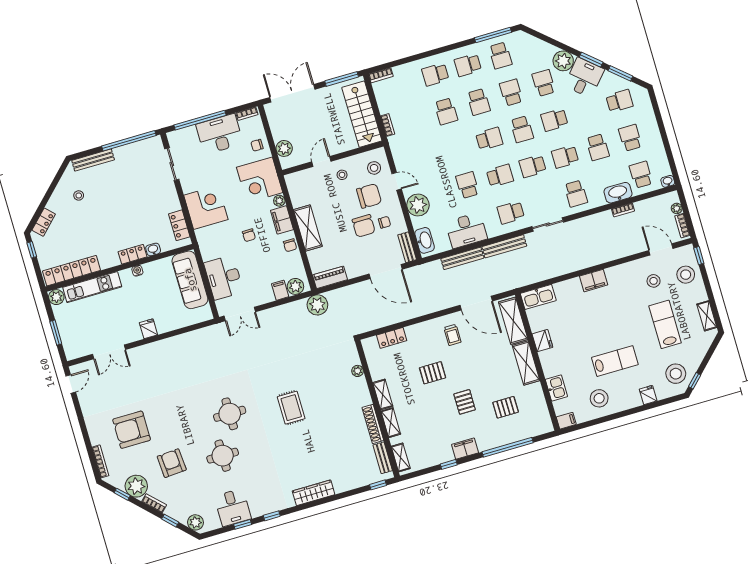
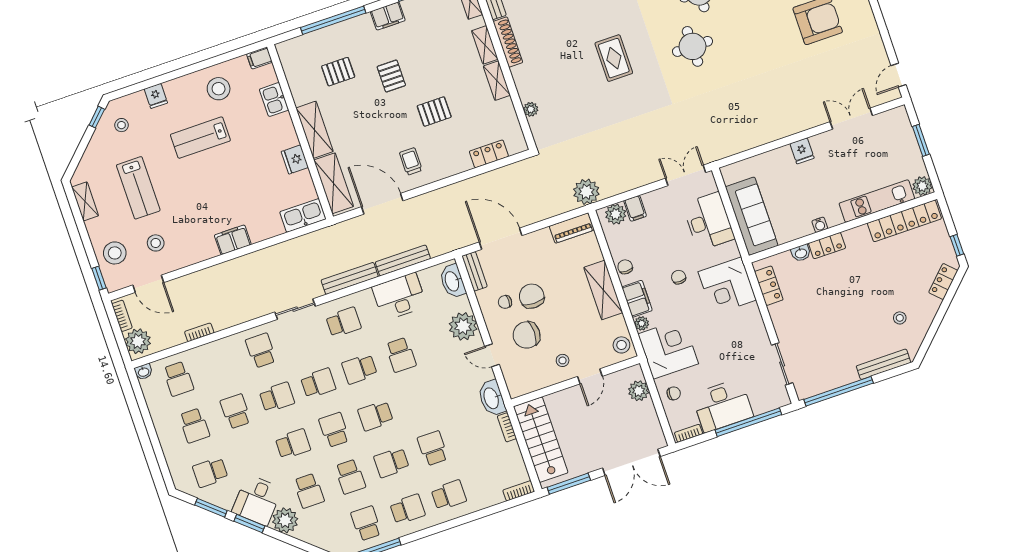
school desk: (479, 102) -> (391, 462), turned -90
stool: (374, 168) -> (621, 345), moved
washbasin: (618, 193) -> (492, 398), moved, turned 90
corner desk: (206, 207) -> (727, 286), moved
plant: (677, 208) -> (138, 341), width x1.87, depth x1.87
stool: (676, 374) -> (121, 125), width x0.53, depth x0.53

